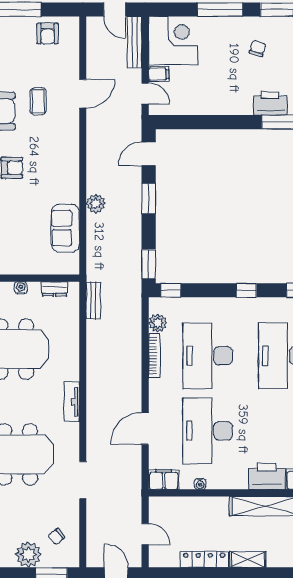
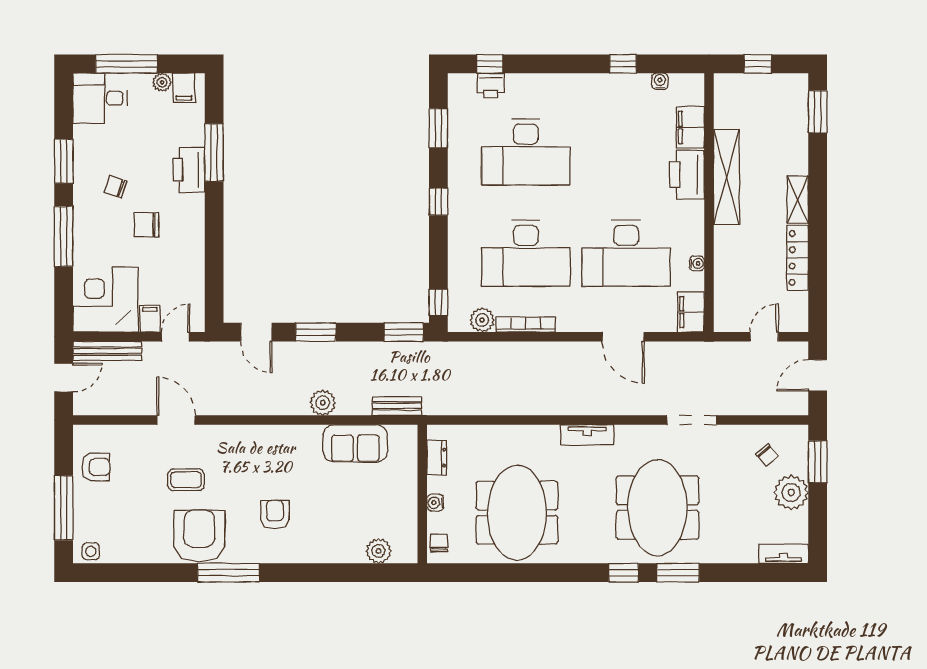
chair: (229, 72) -> (147, 225), added
bench: (93, 301) -> (397, 406), moved

